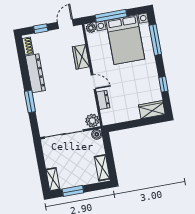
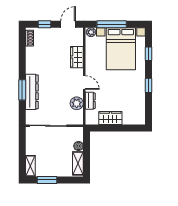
window: (155, 40) -> (149, 54), width x0.46
dresser: (35, 73) -> (32, 92), moved
window: (163, 84) -> (149, 85), moved
wardrobe: (152, 110) -> (110, 118), moved
plant: (92, 121) -> (77, 103), moved
boiler: (97, 134) -> (78, 146), moved

